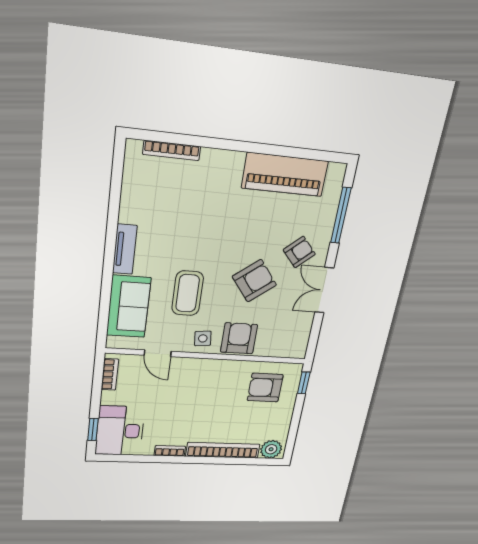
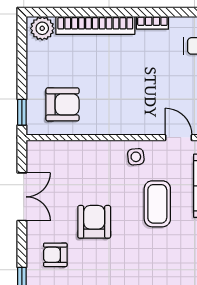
armchair: (299, 252) -> (55, 255), turned 42
armchair: (254, 281) -> (94, 222), turned 128
double door: (324, 290) -> (22, 197), moved
armchair: (239, 338) -> (99, 159), removed

